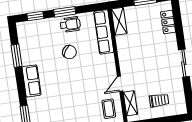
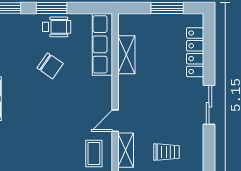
shelving: (119, 21) -> (126, 55), moved
locker: (168, 22) -> (195, 52), width x1.53

